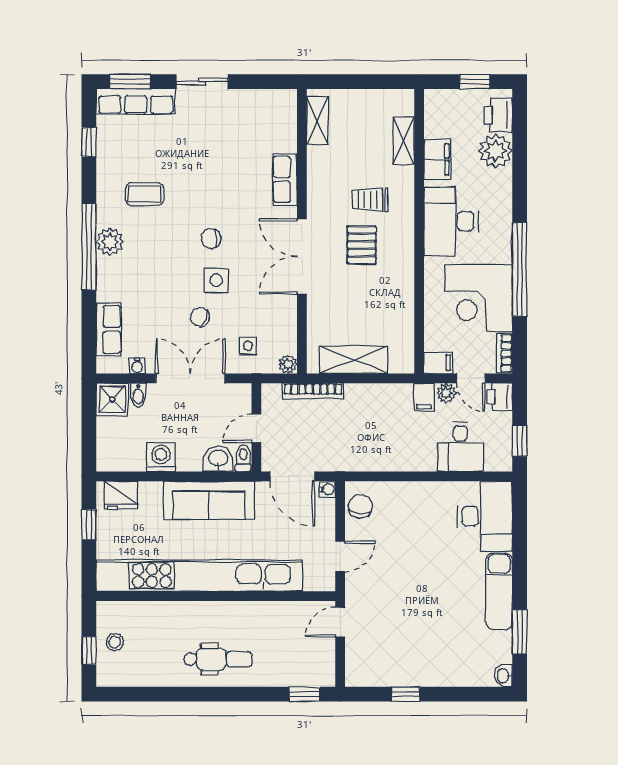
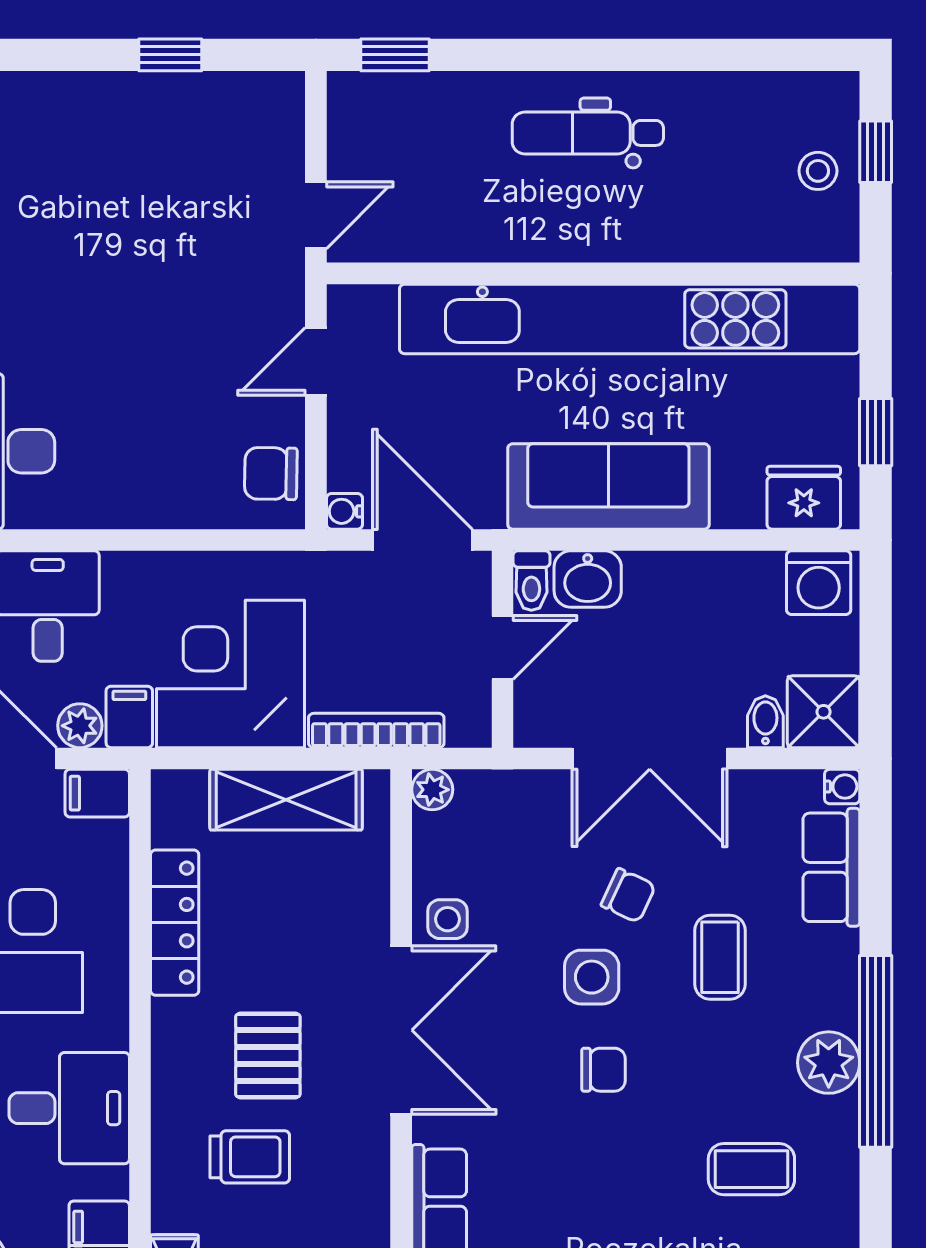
desk: (451, 221) -> (69, 1108), width x0.73
coffee table: (159, 289) -> (720, 957), added
locker: (404, 305) -> (175, 923), added
side table: (248, 346) -> (448, 919), moved
water cooler: (137, 366) -> (842, 787), moved, turned 90
corner desk: (378, 416) -> (231, 674), added
washing machine: (161, 457) -> (819, 583), moved
chair: (360, 506) -> (271, 474), turned 86

